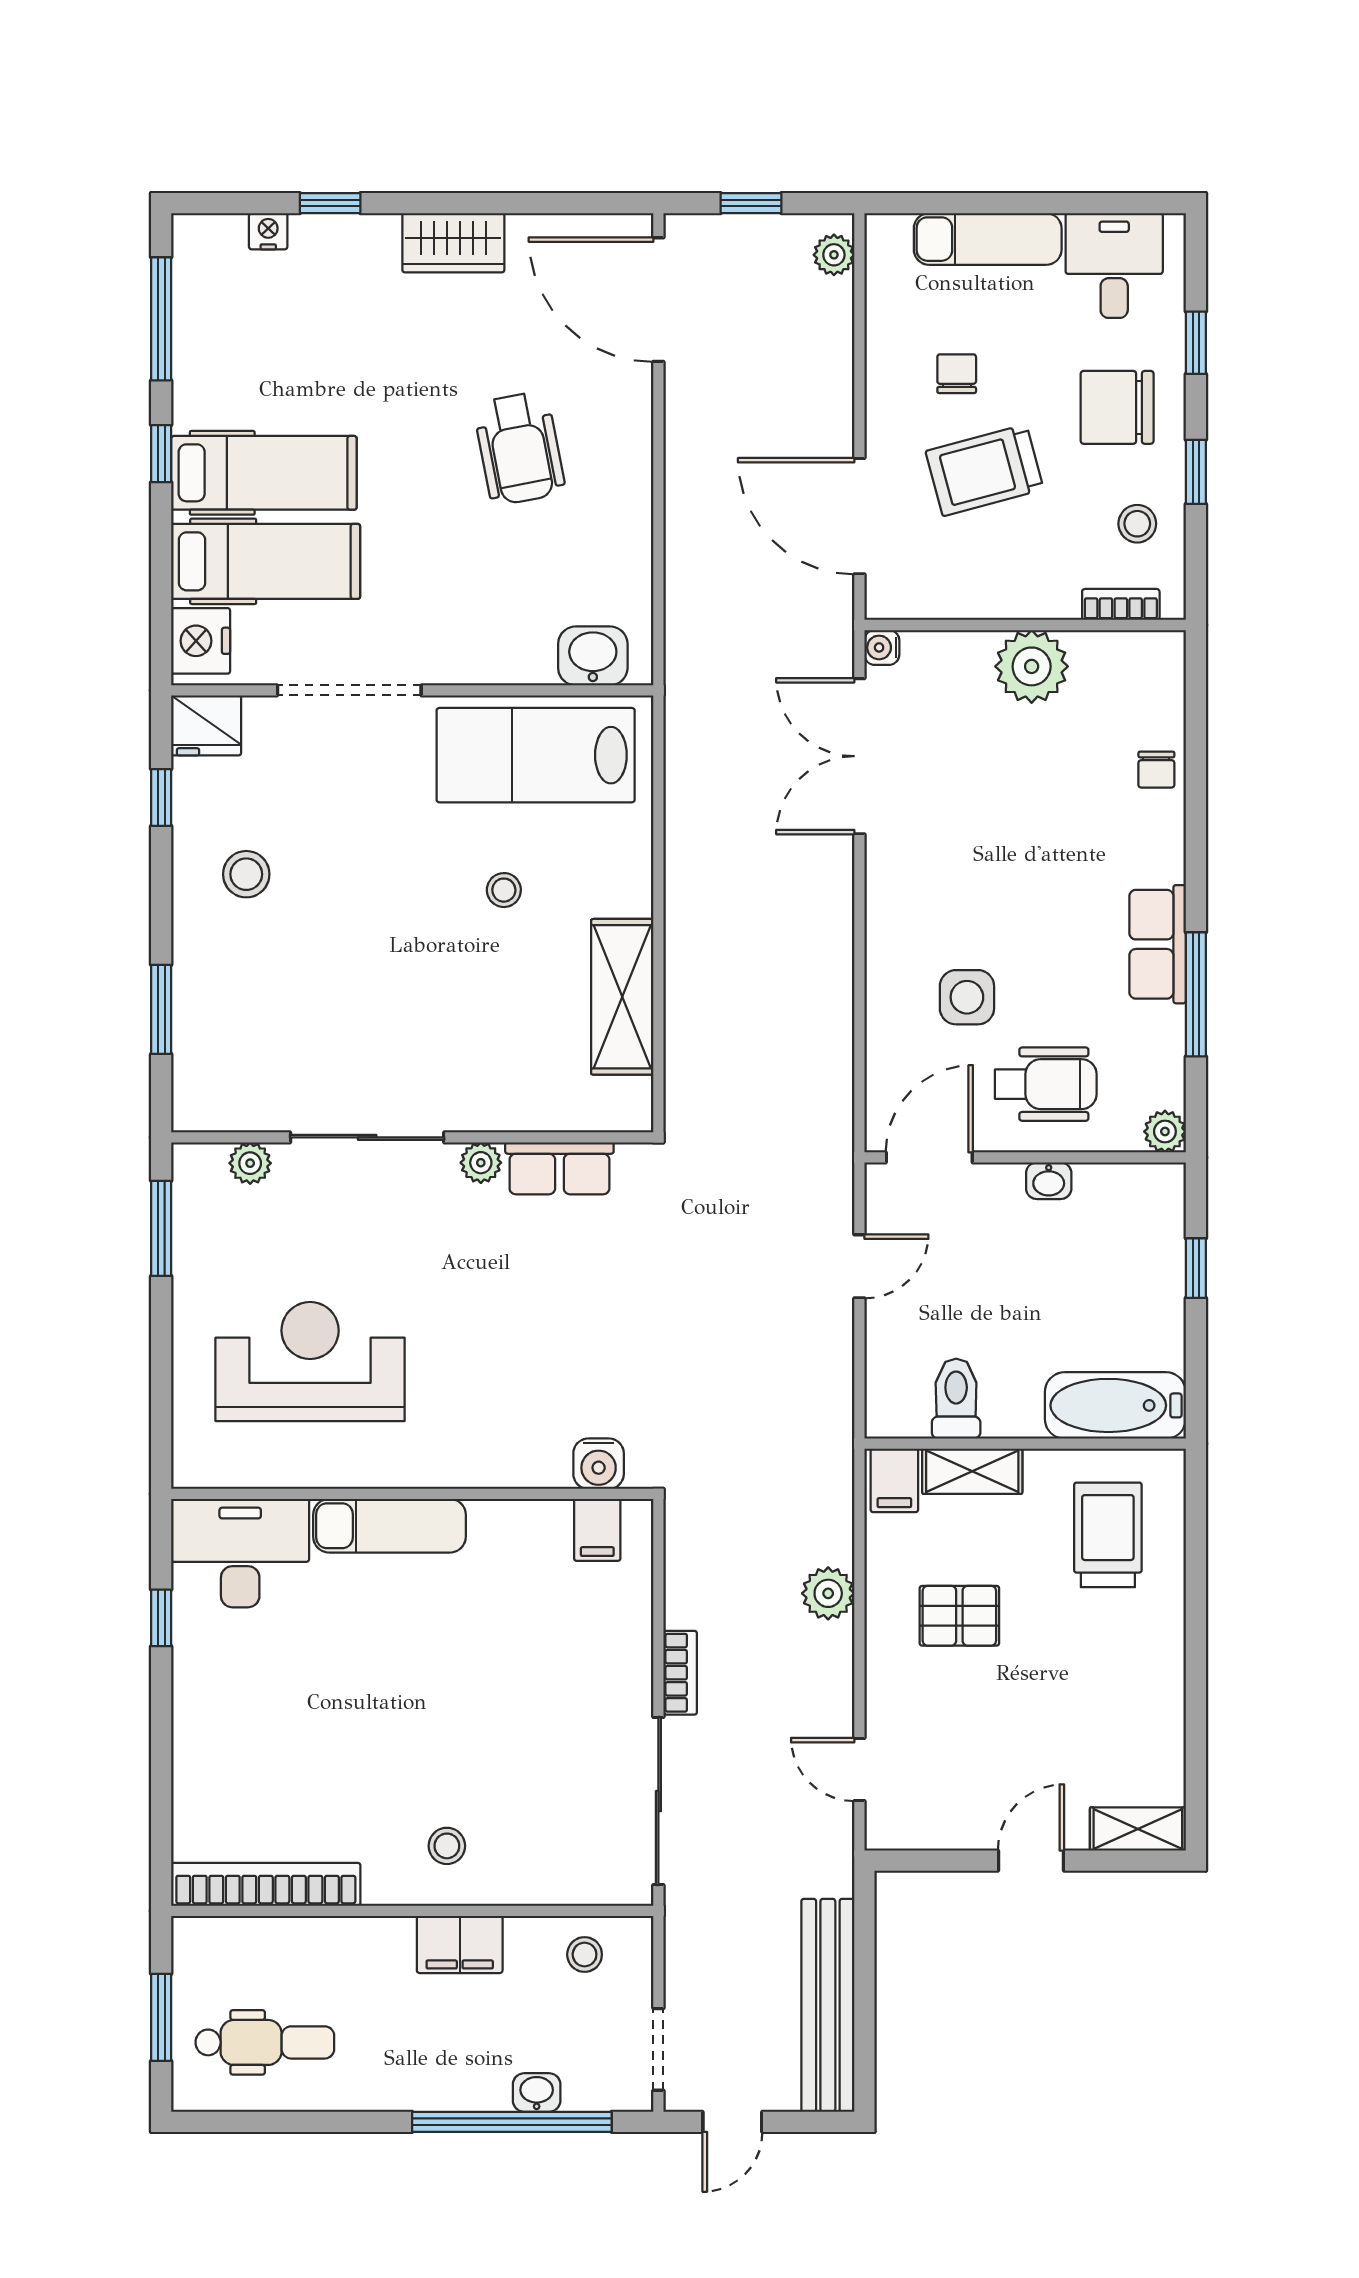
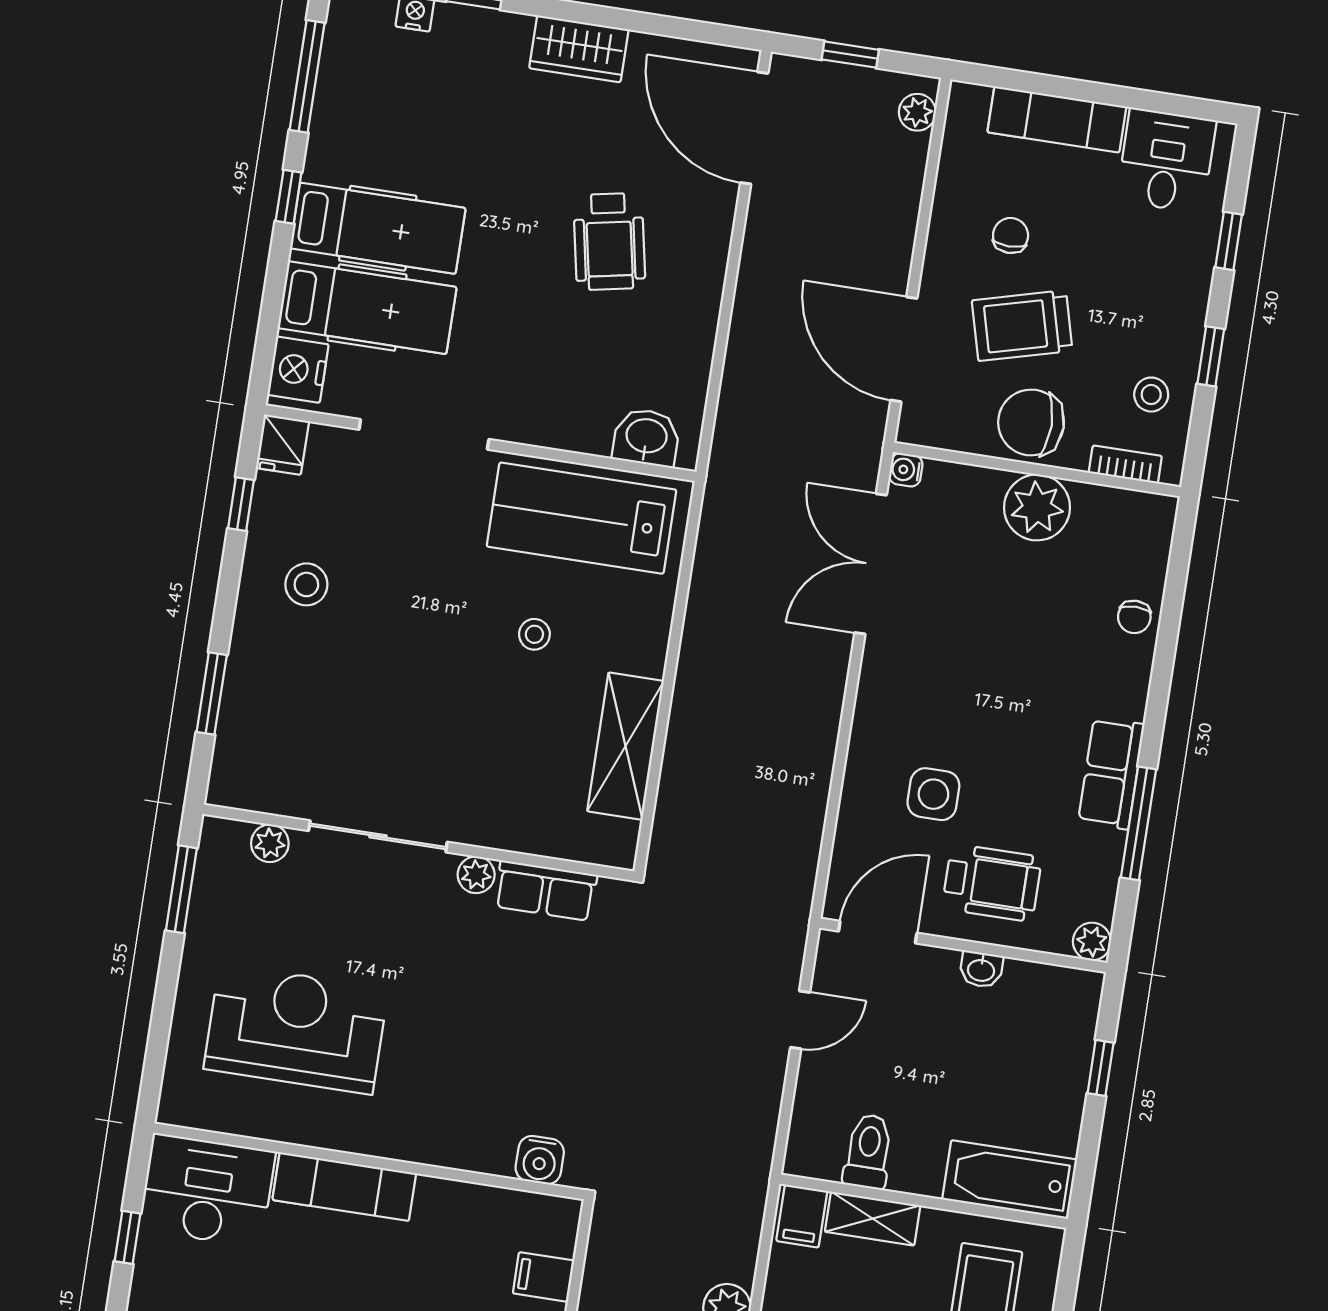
chair: (1117, 407) -> (1031, 422), moved
fridge: (206, 725) -> (282, 445), width x0.72
filing cabinet: (597, 1530) -> (544, 1277), moved, turned 90

